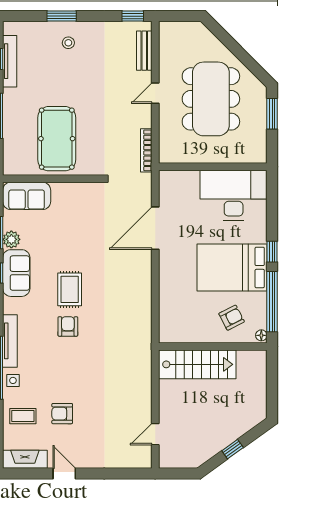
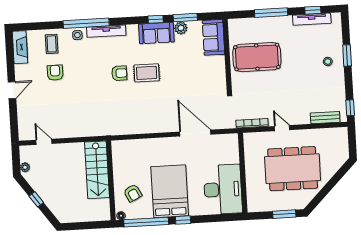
door: (155, 93) -> (282, 128), moved
plant: (188, 462) -> (25, 167), added
door: (64, 473) -> (12, 90), moved

